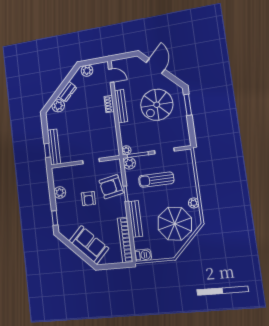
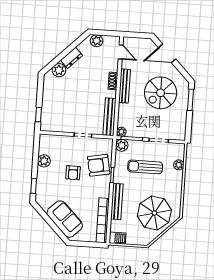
door: (155, 66) -> (167, 53), swing flipped
bench: (54, 147) -> (110, 117), moved
plant: (194, 203) -> (179, 165), moved

